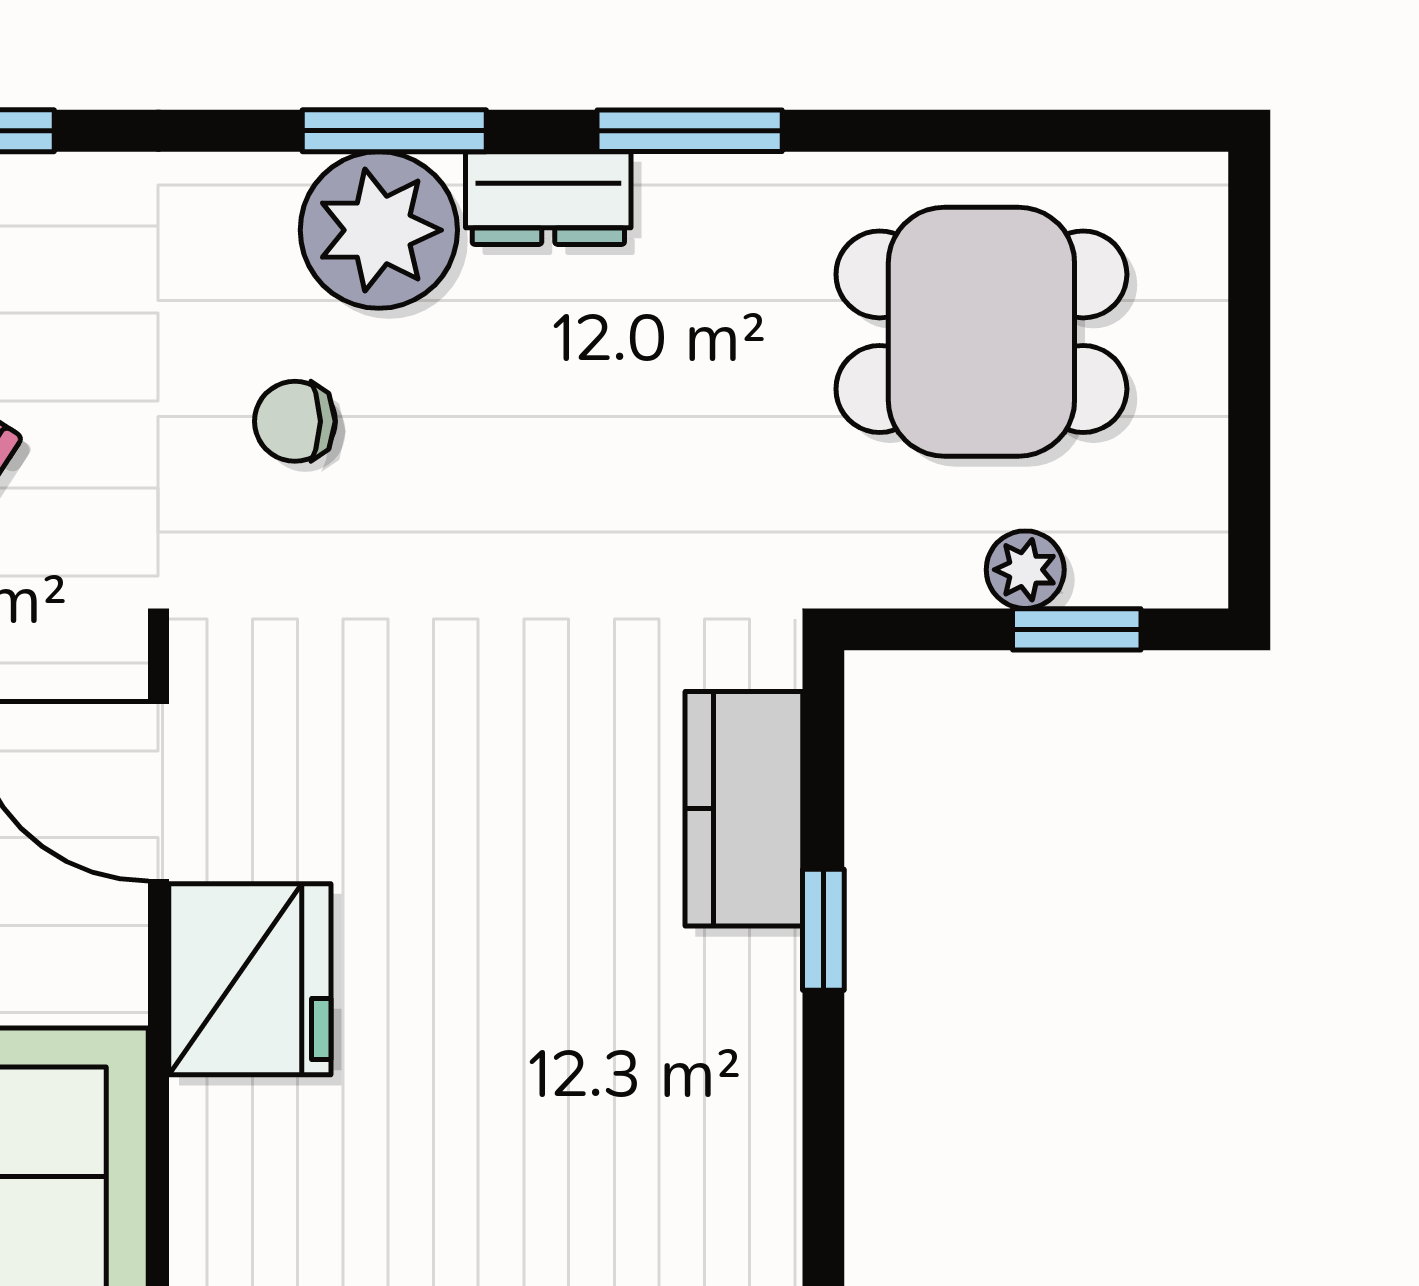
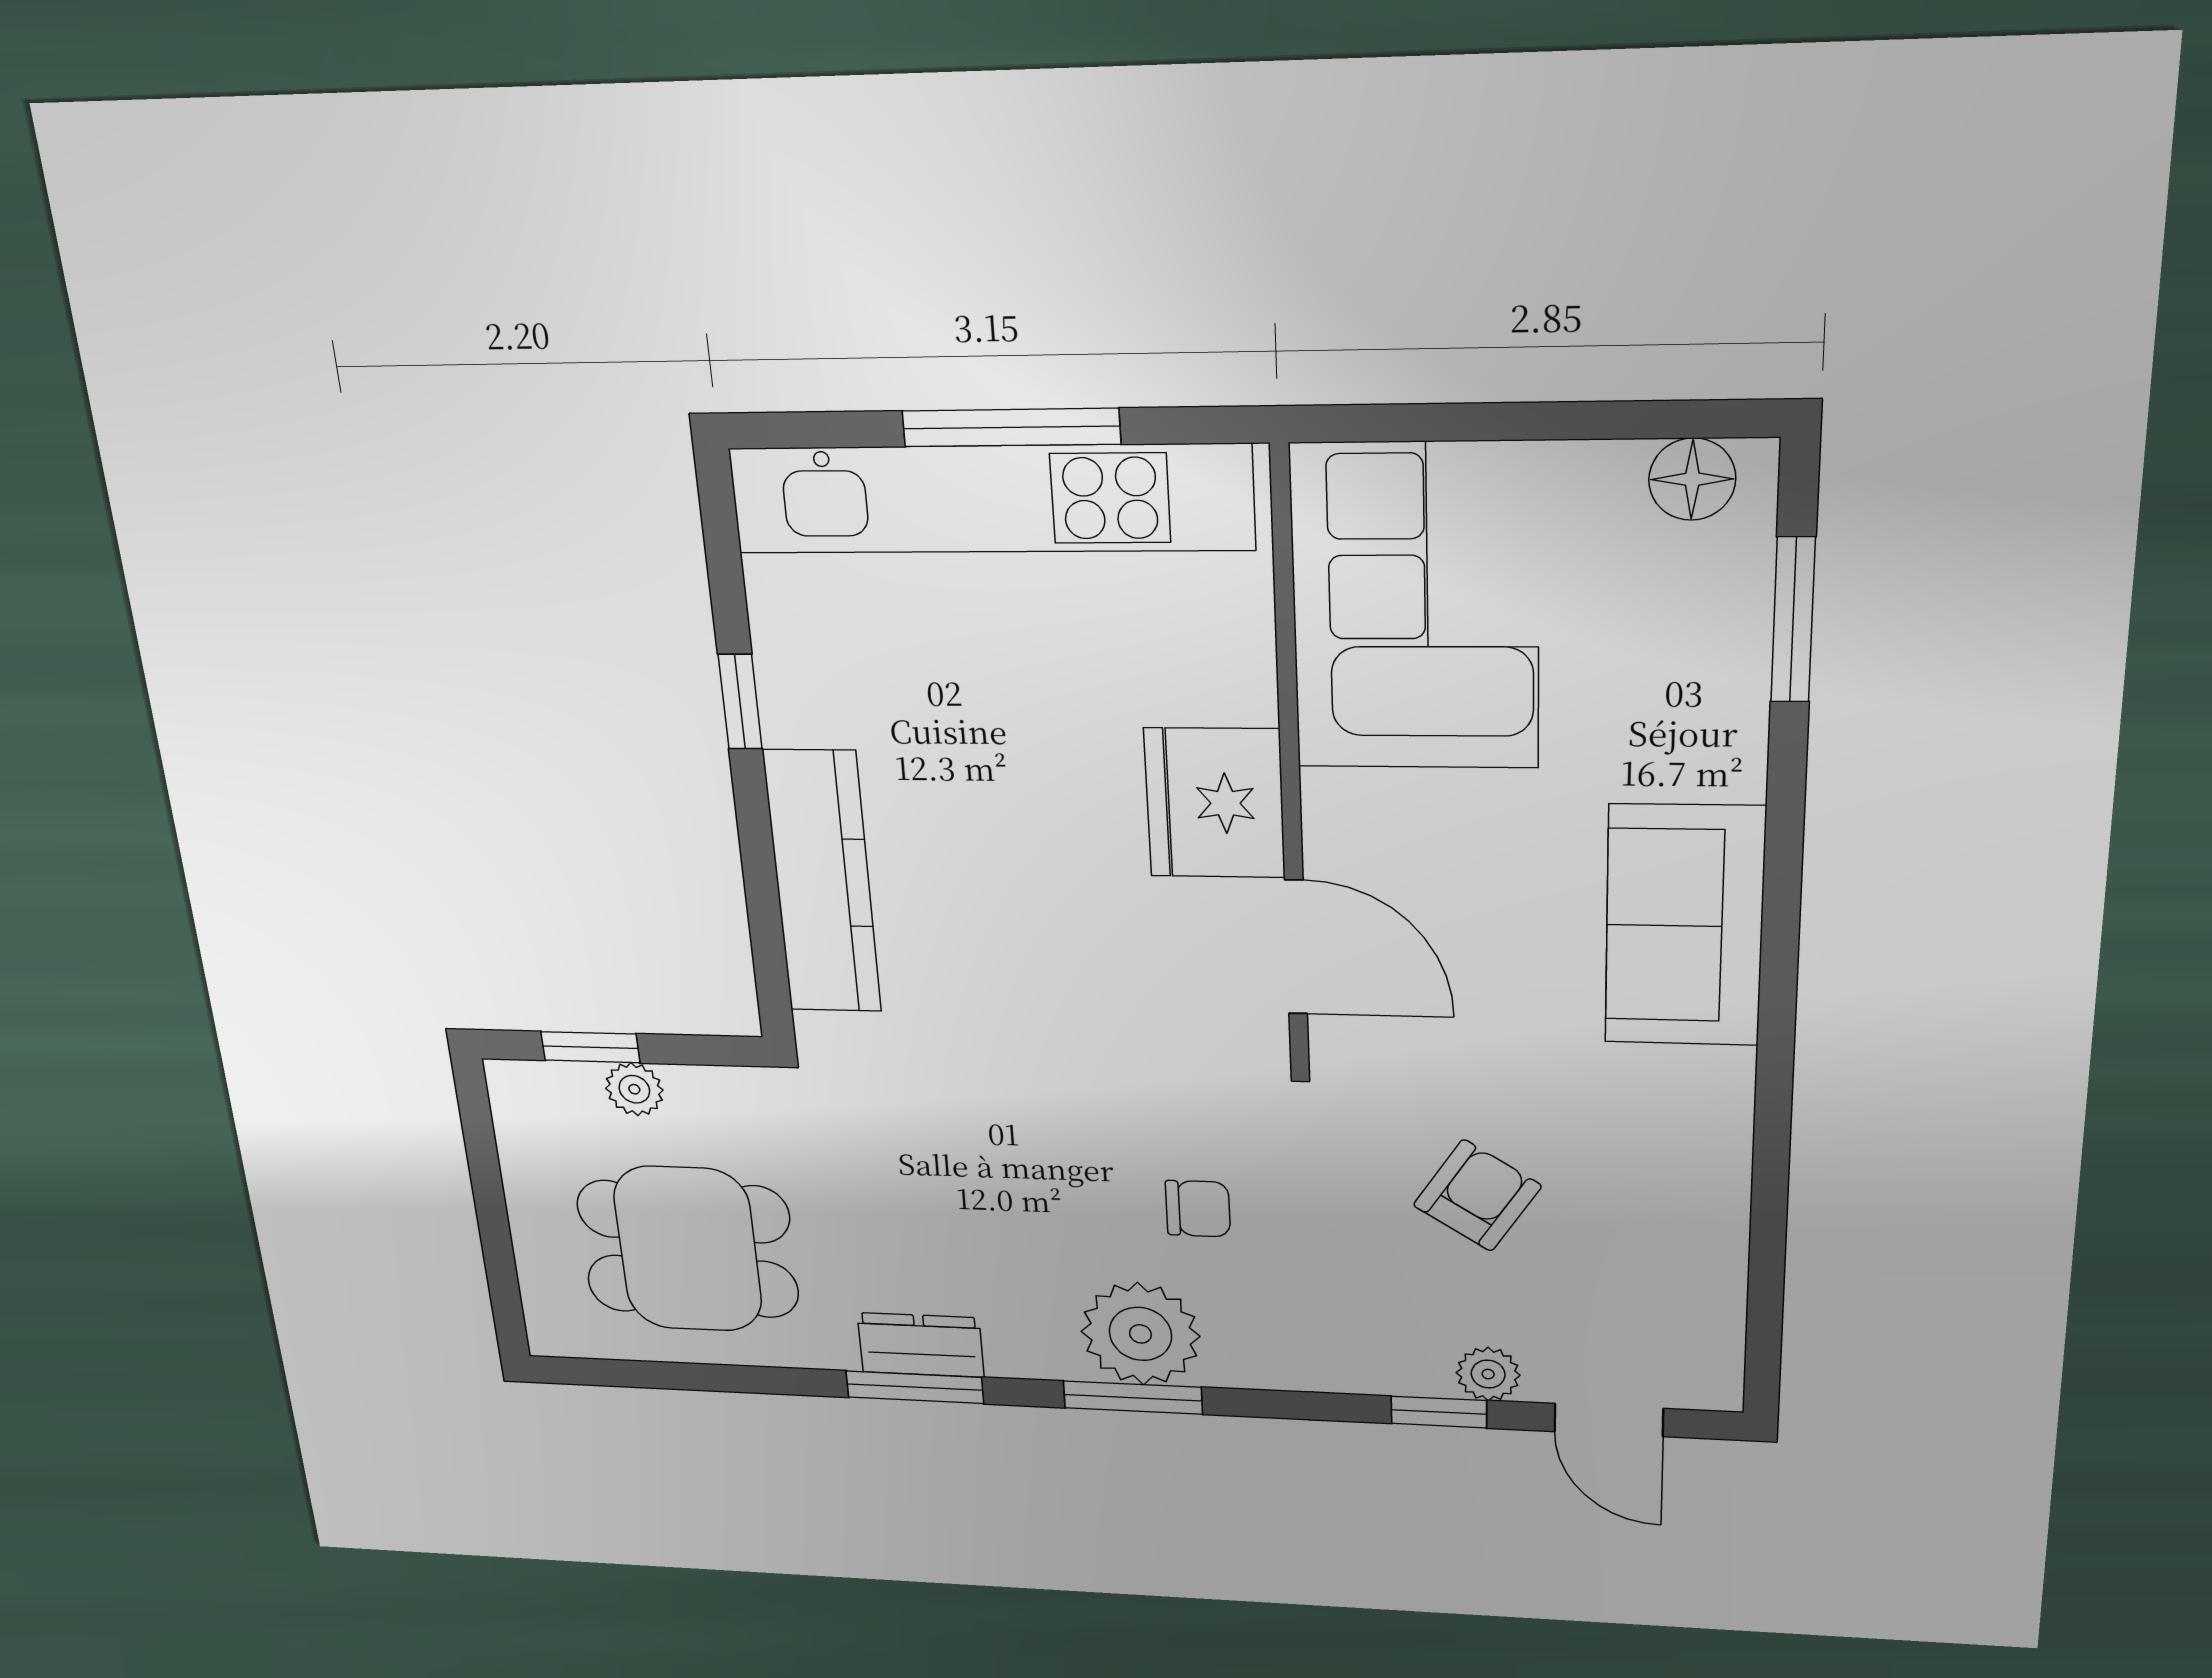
dresser: (548, 198) -> (921, 1345), moved
kitchen counter: (744, 809) -> (823, 882), width x1.50
window: (823, 930) -> (740, 702), moved

